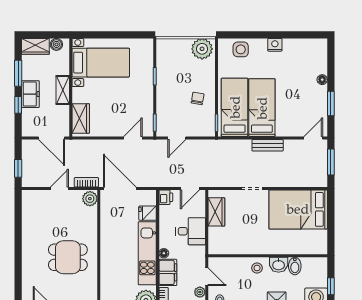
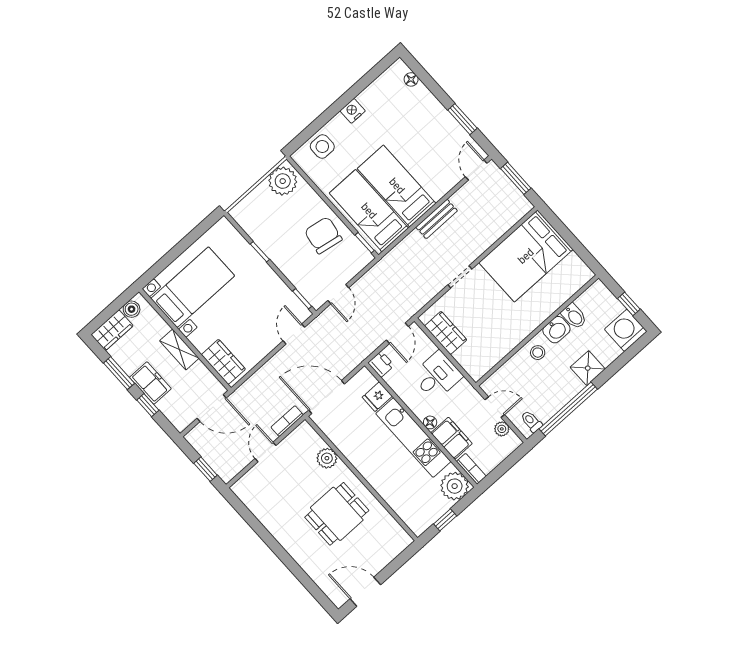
floor lamp: (322, 80) -> (411, 79), moved
chair: (198, 98) -> (323, 235), width x1.87, depth x1.87
plant: (90, 199) -> (327, 458), moved

